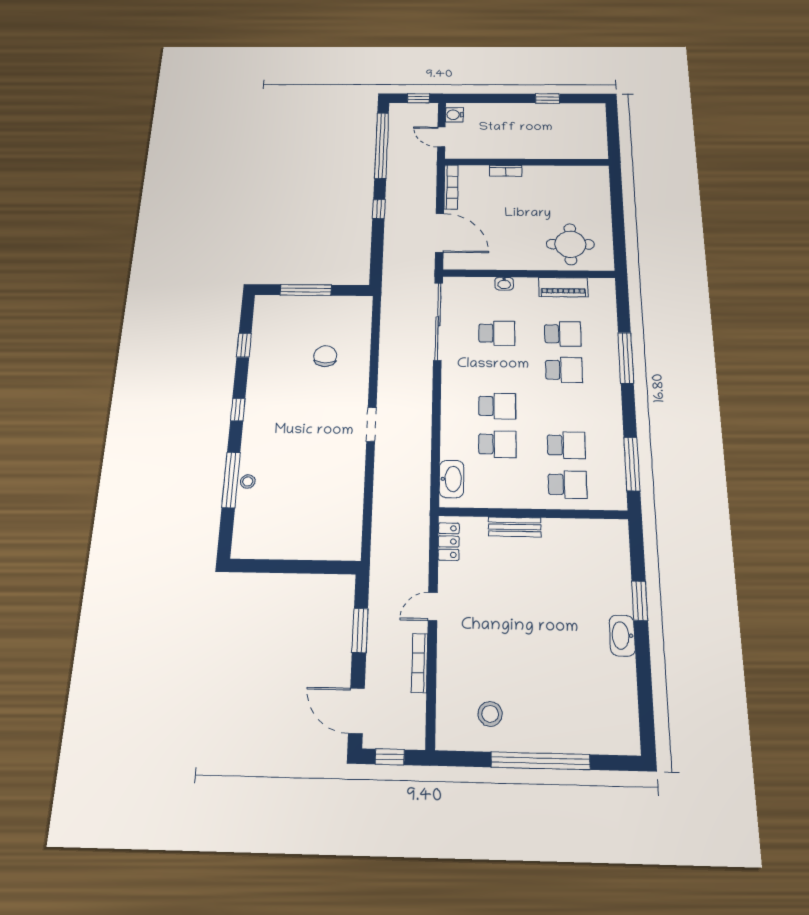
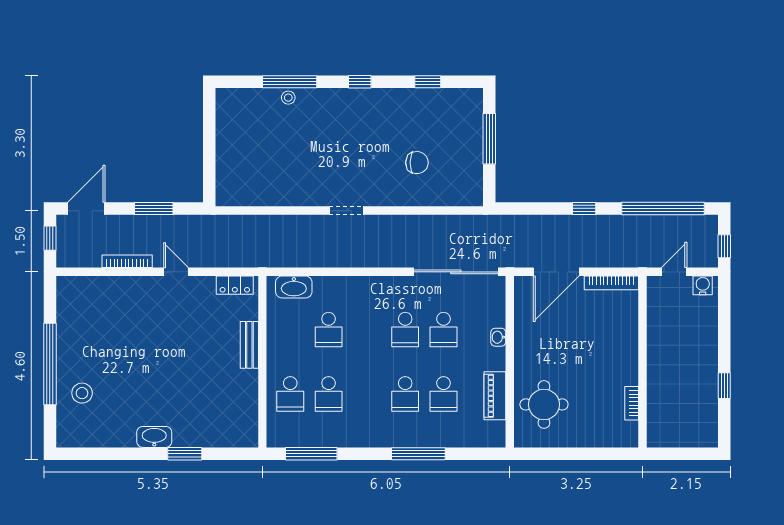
bookcase: (506, 171) -> (632, 403), moved
school desk: (497, 406) -> (405, 330), moved
stool: (490, 714) -> (82, 393), moved

